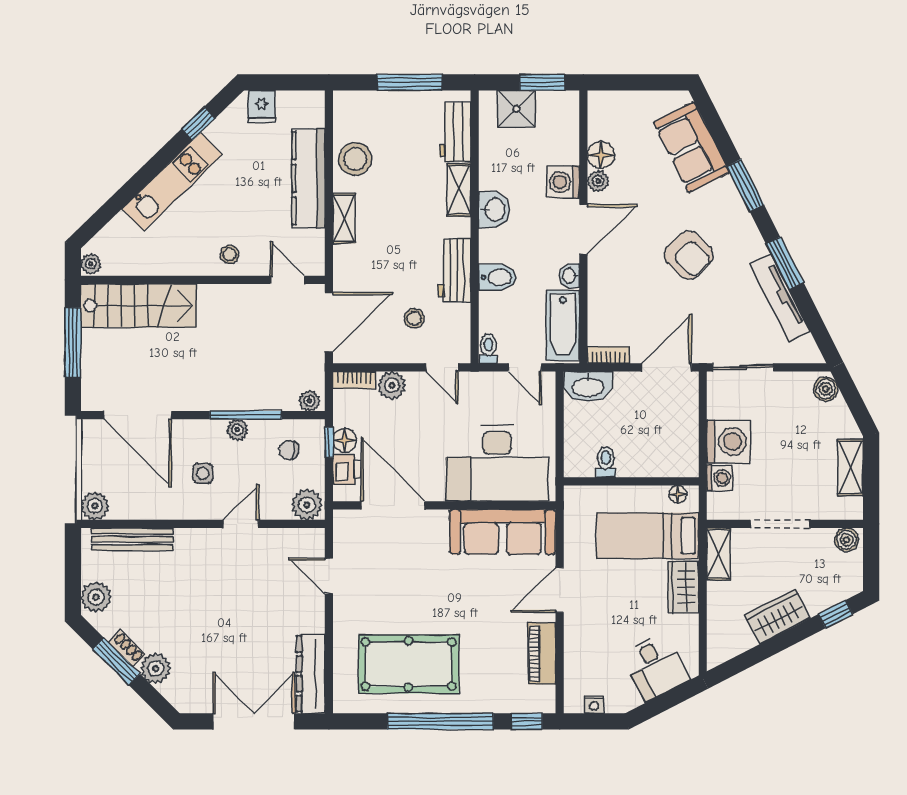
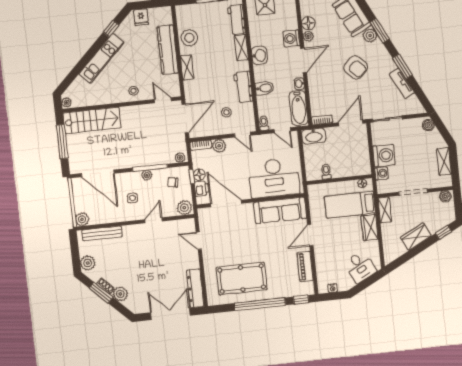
plant: (725, 193) -> (370, 36), added
tv unit: (780, 298) -> (402, 83), width x0.71

